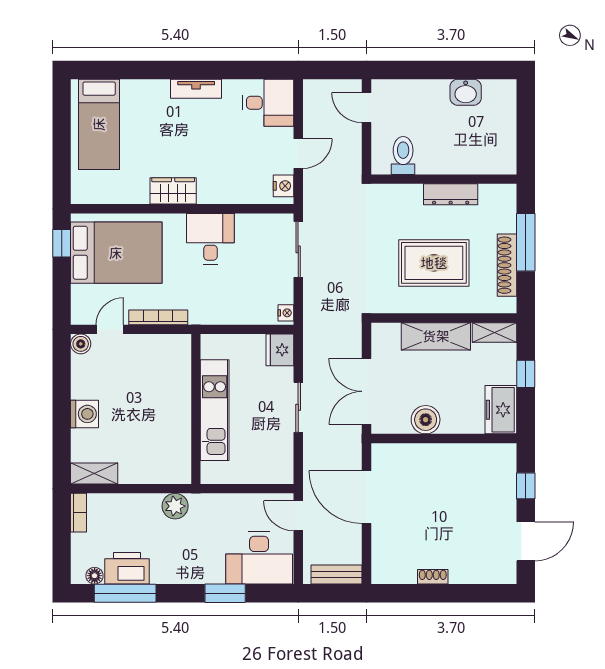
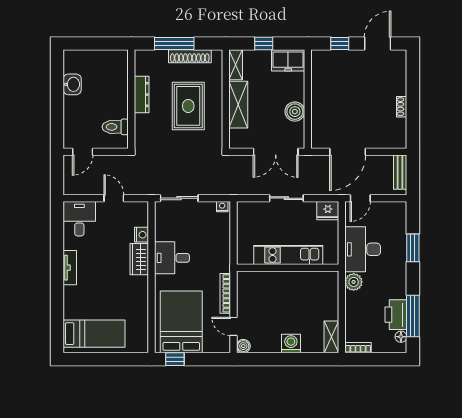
nightstand: (284, 186) -> (141, 235), moved, turned 90
wardrobe: (173, 191) -> (139, 259), moved
fridge: (280, 350) -> (328, 211), moved
door: (526, 541) -> (378, 43), hinge flipped
desk: (259, 558) -> (363, 249), moved, turned 180

